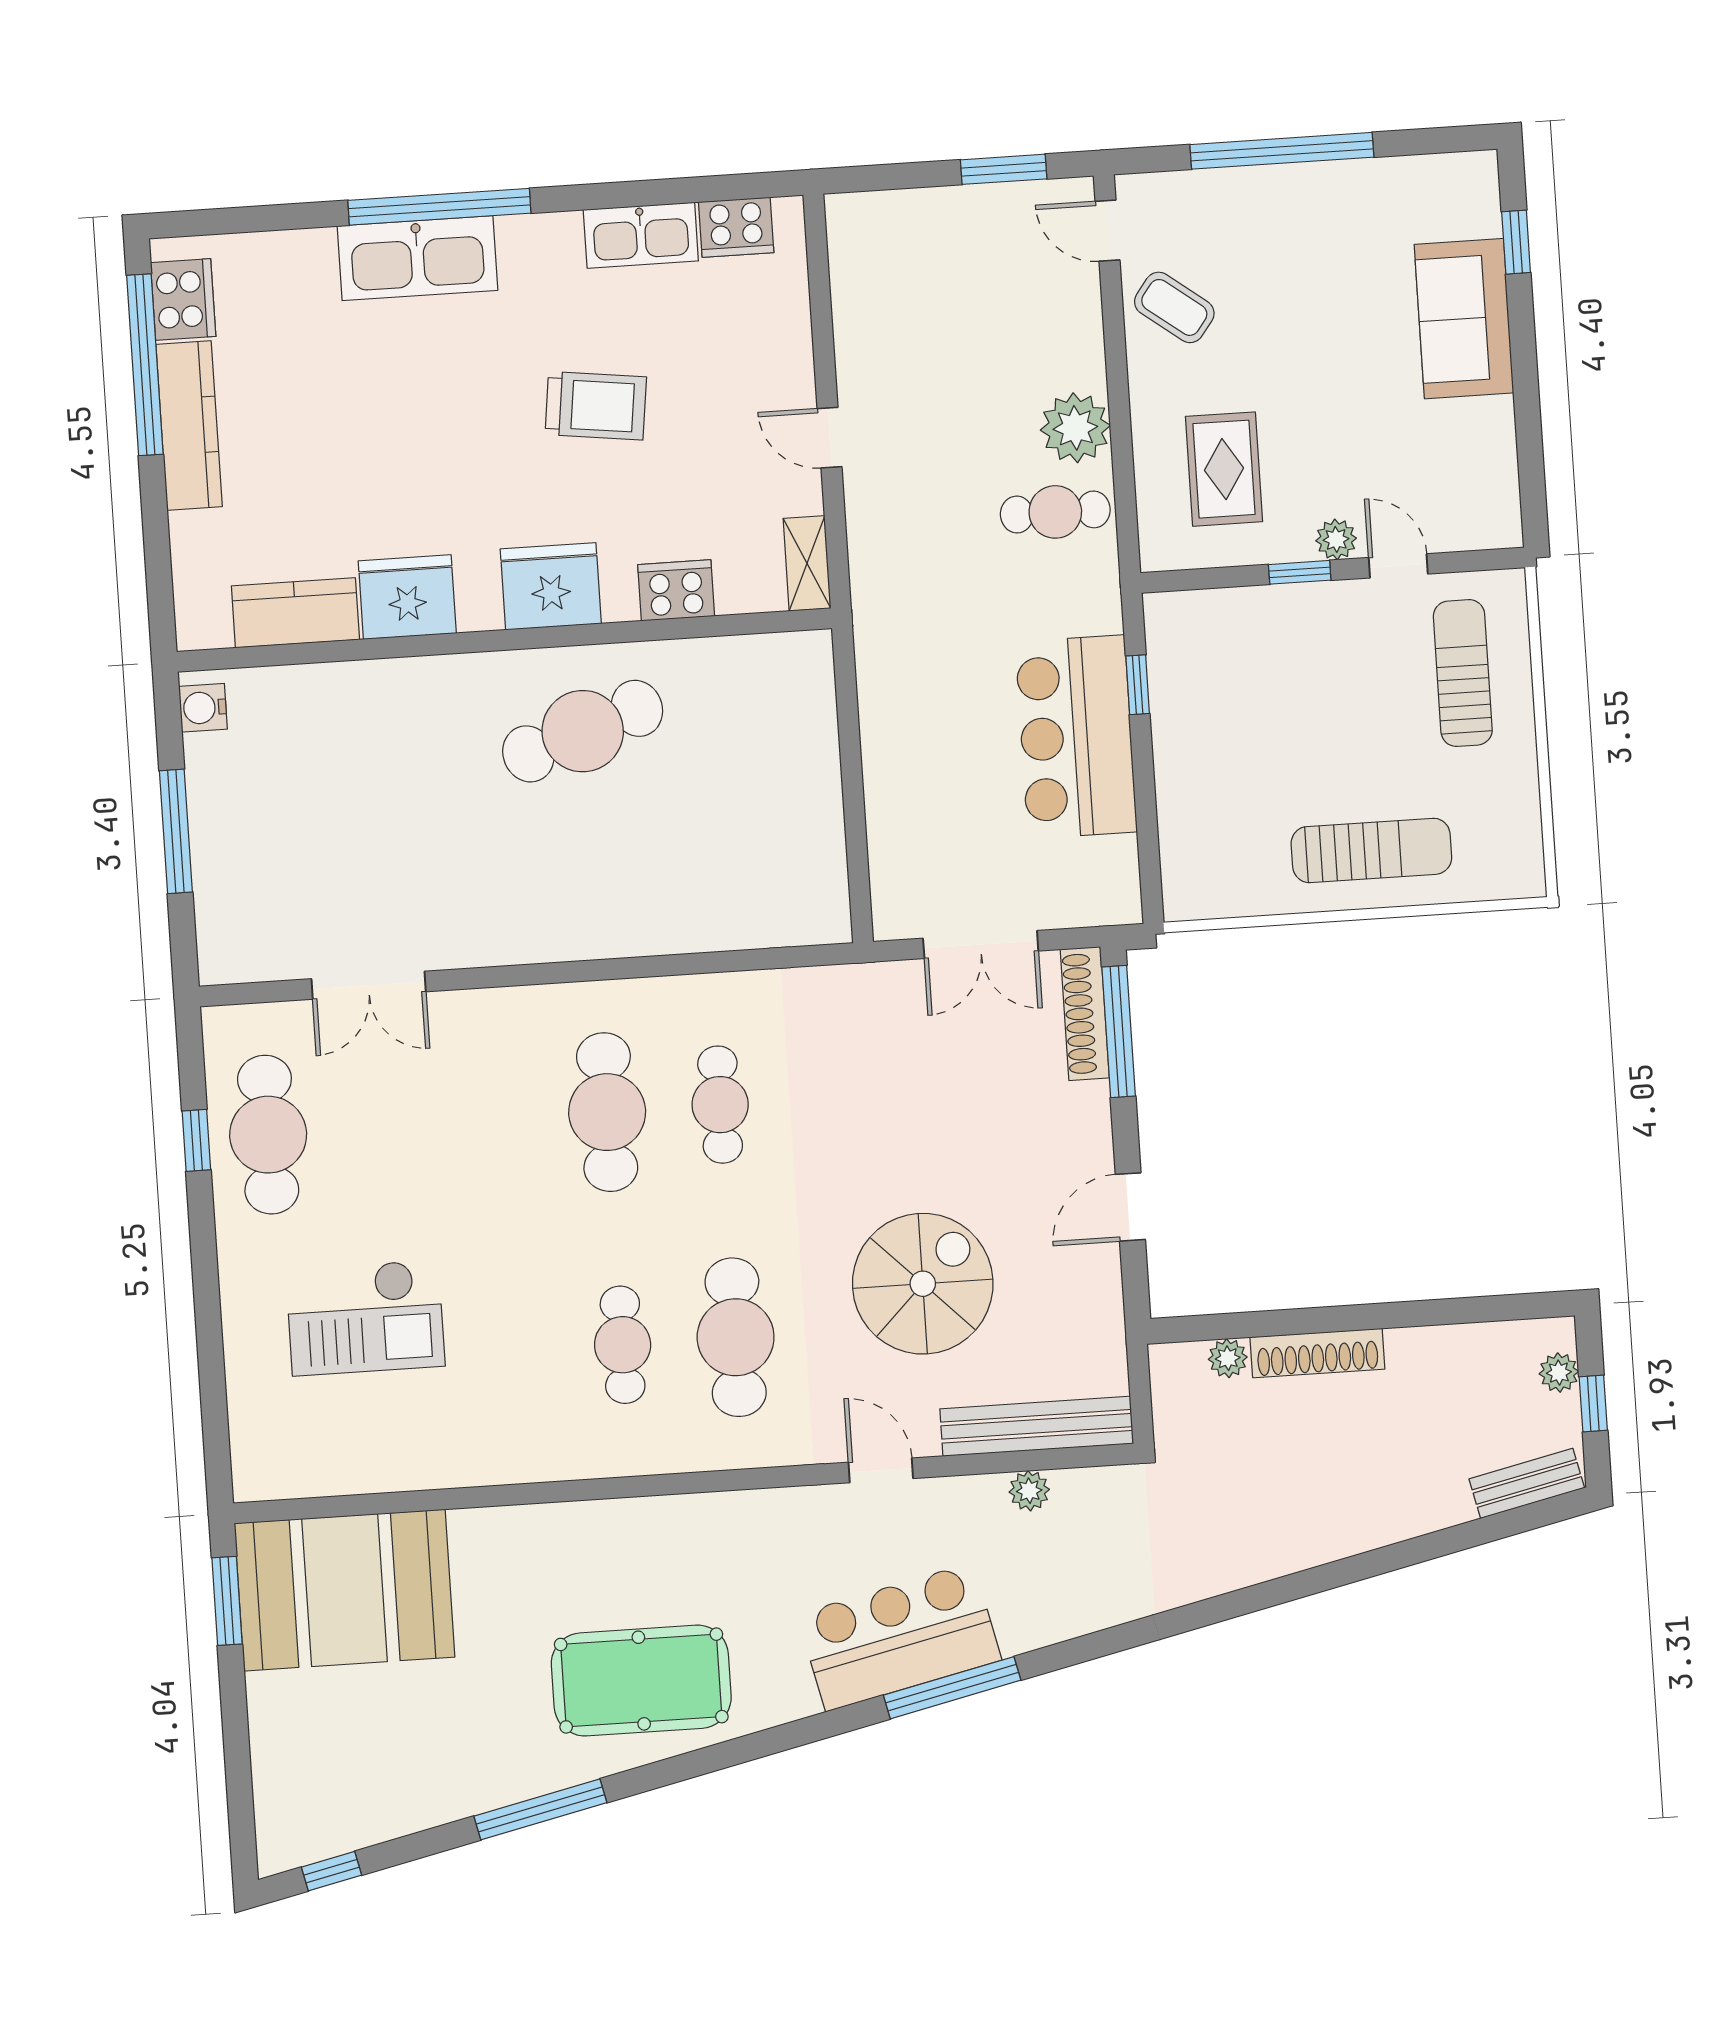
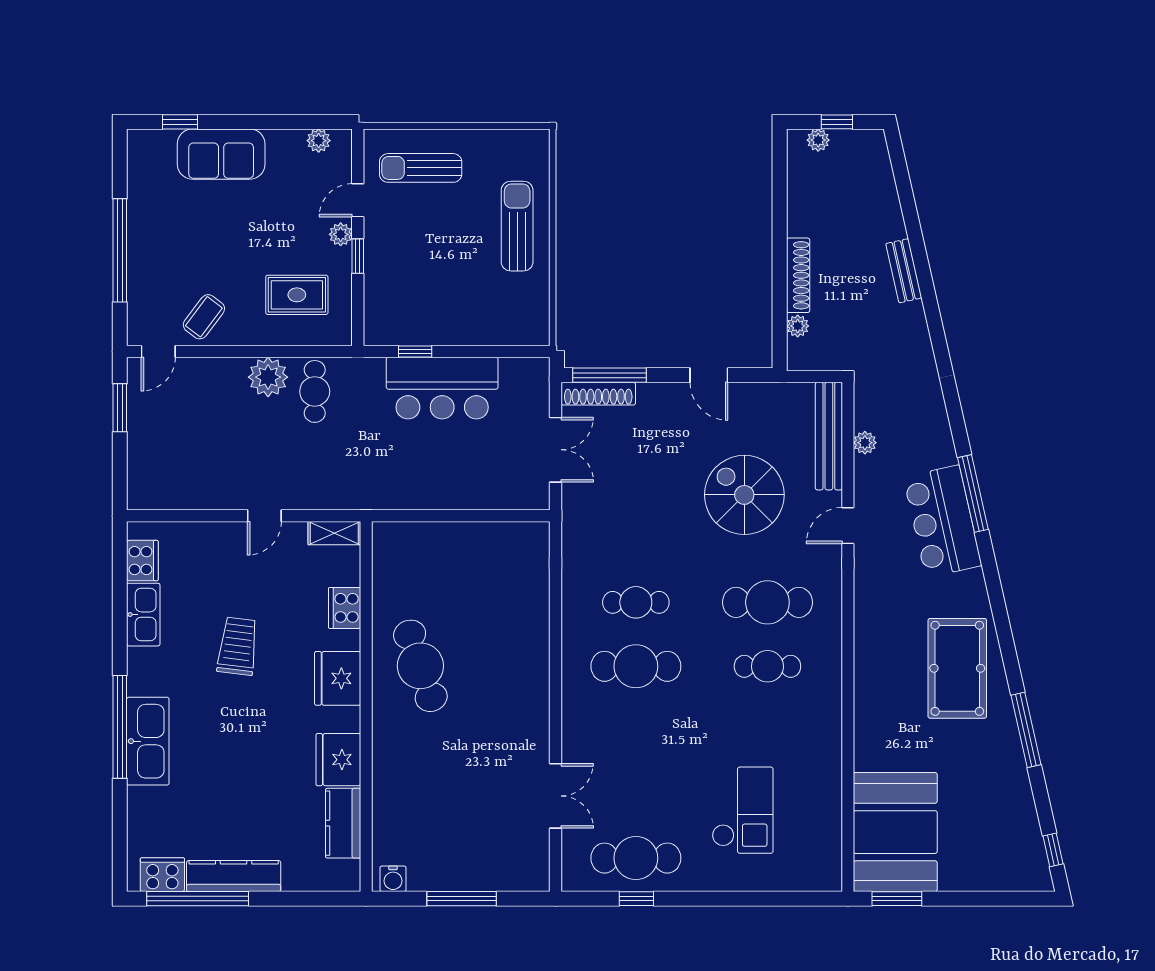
plant: (1499, 489) -> (319, 141), added
bench: (1527, 1483) -> (904, 271), moved

